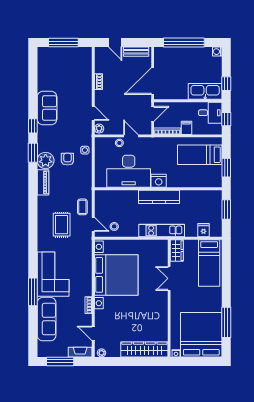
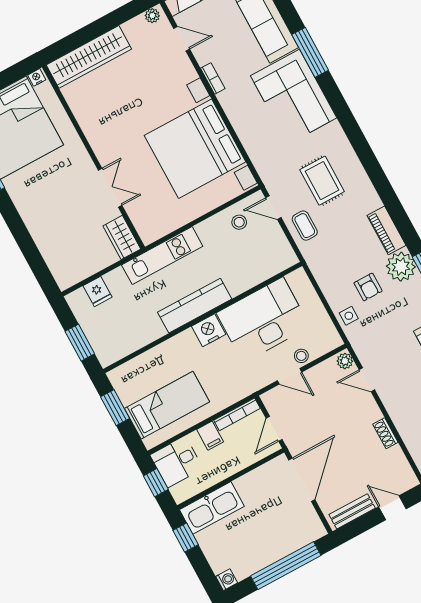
desk: (210, 113) -> (177, 462), moved
bed: (209, 263) -> (61, 245), removed

